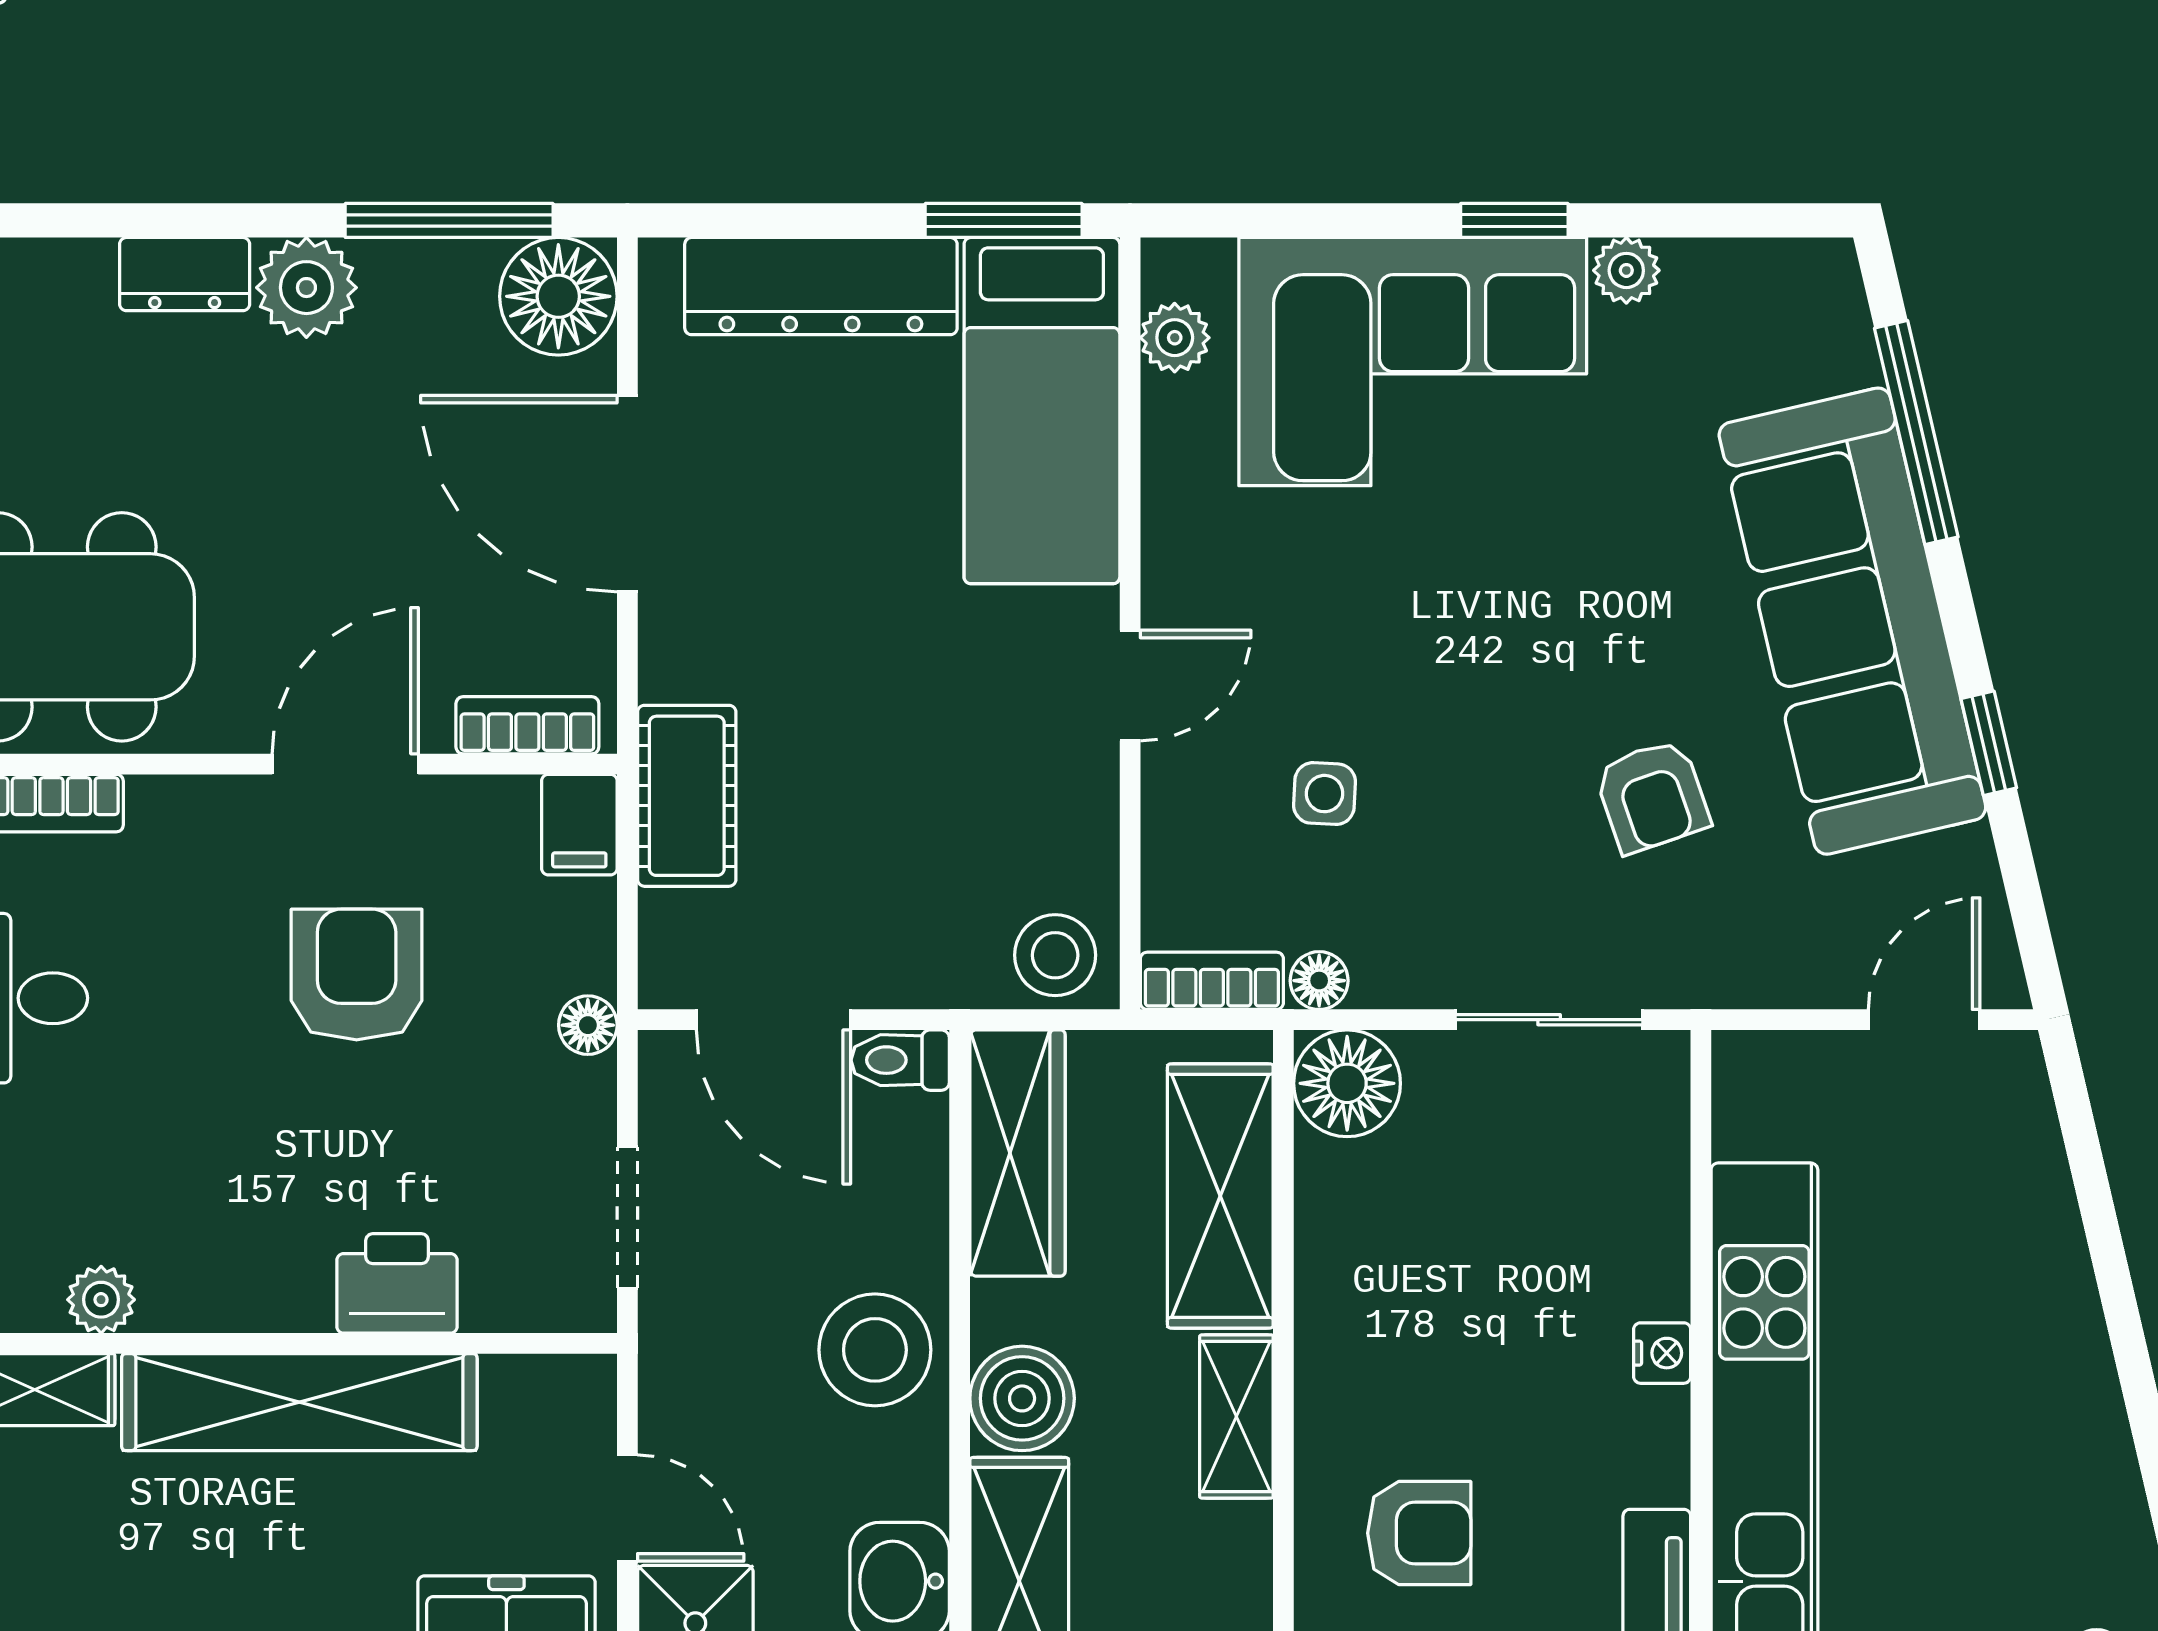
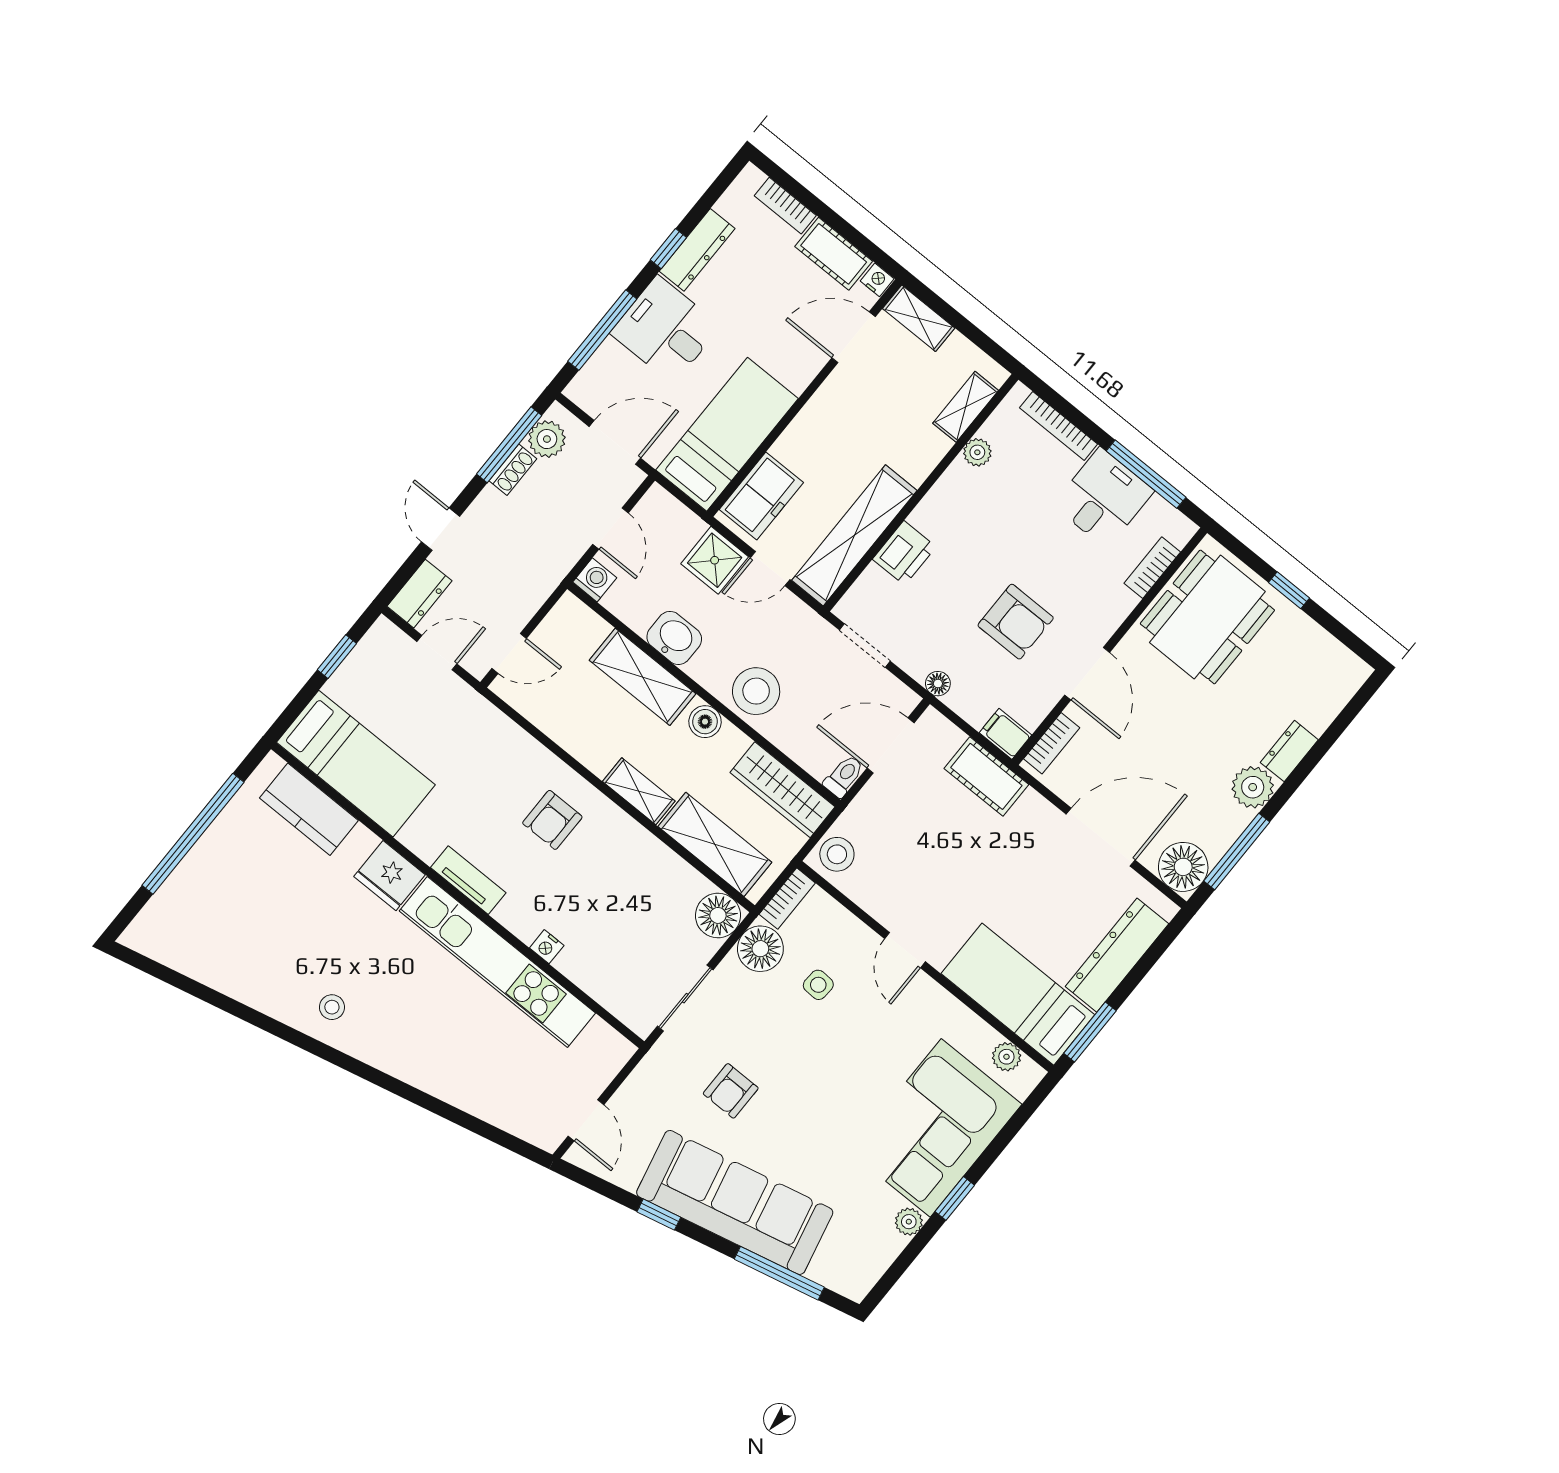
armchair: (1652, 796) -> (731, 1091), turned -71
floor lamp: (1319, 981) -> (760, 949), width x1.89, depth x1.89
boiler: (1022, 1398) -> (705, 722), width x0.73, depth x0.73
shelving: (299, 1402) -> (854, 535), moved

